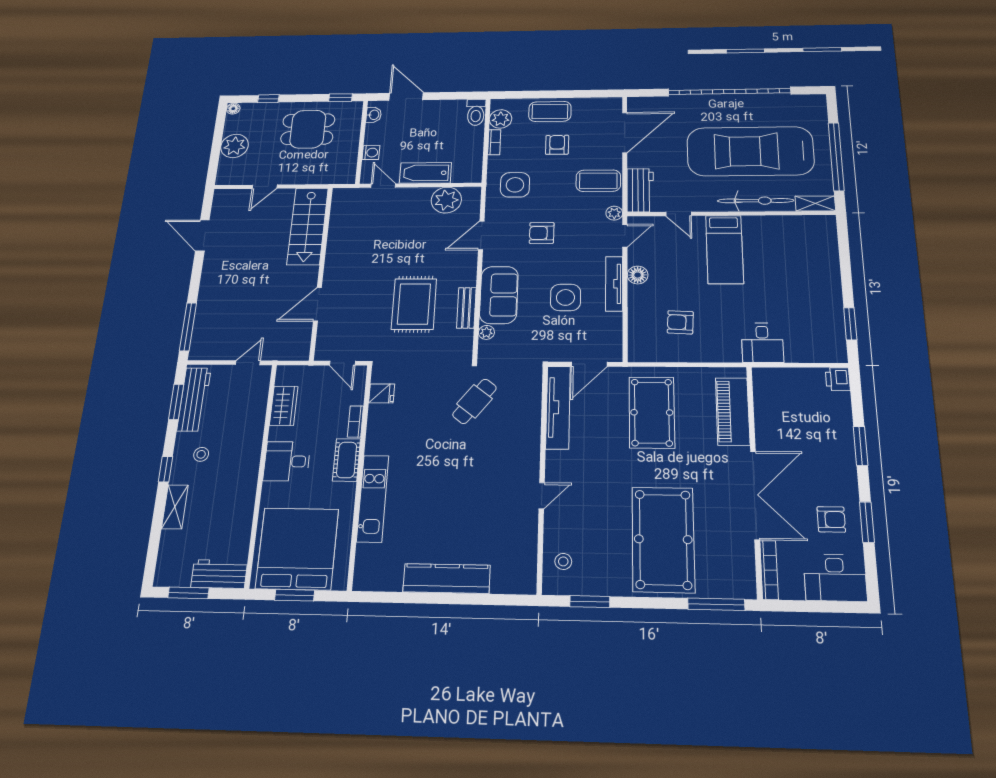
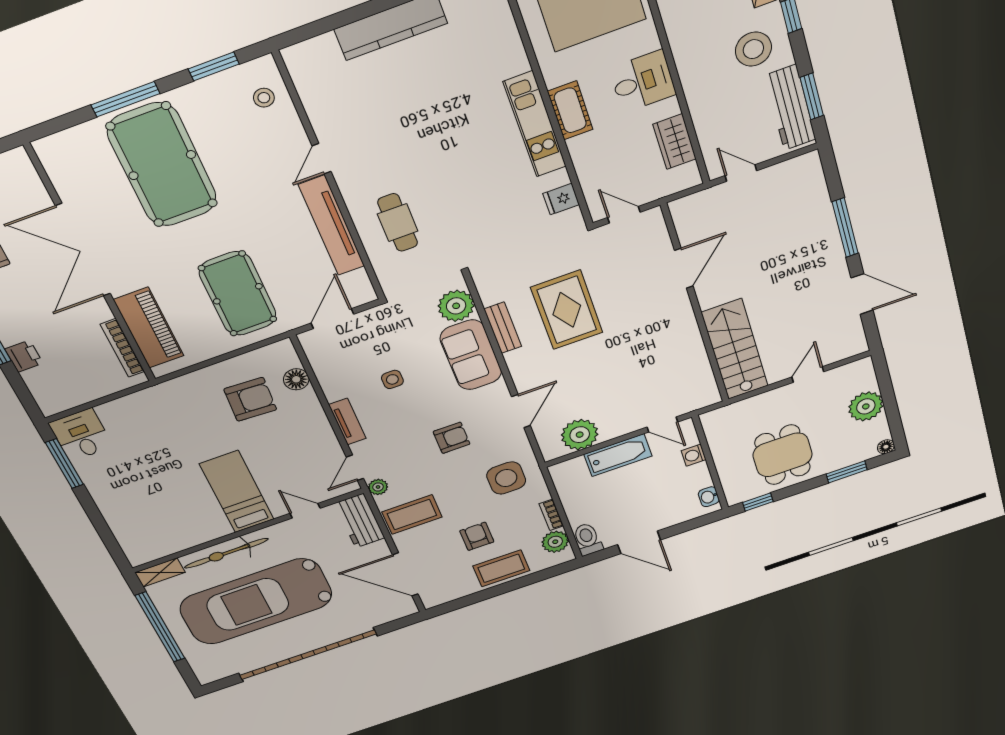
door: (406, 97) -> (639, 542), moved
window: (268, 99) -> (847, 472), width x1.50
dining table: (308, 129) -> (783, 455), turned 90
door: (625, 133) -> (405, 575), hinge flipped
armchair: (557, 145) -> (477, 536), turned 180
car: (750, 151) -> (256, 602), turned 180
floor lamp: (638, 275) -> (296, 379), moved
tv unit: (614, 284) -> (347, 422), width x0.71
side table: (565, 297) -> (392, 379), width x0.54, depth x0.54
armchair: (680, 322) -> (250, 399), width x1.38, depth x1.38
window: (850, 324) -> (64, 464), width x1.44
window: (188, 327) -> (845, 228), moved
plant: (486, 332) -> (456, 306), width x1.87, depth x1.87
desk: (762, 343) -> (81, 435), moved
door: (248, 363) -> (741, 173), swing flipped
printer: (838, 379) -> (24, 356), moved
cafe table: (475, 401) -> (398, 223), moved, turned -38
tv unit: (558, 407) -> (332, 226), moved
bookcase: (355, 422) -> (579, 157), removed
stool: (201, 454) -> (753, 49), width x1.89, depth x1.89
kitchen unit: (373, 498) -> (535, 124), moved
bookcase: (769, 570) -> (122, 348), moved
window: (716, 604) -> (125, 99), moved

